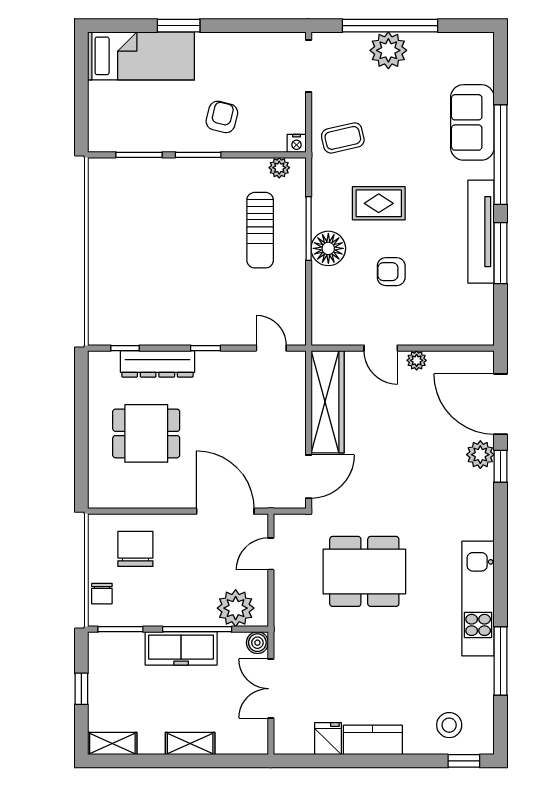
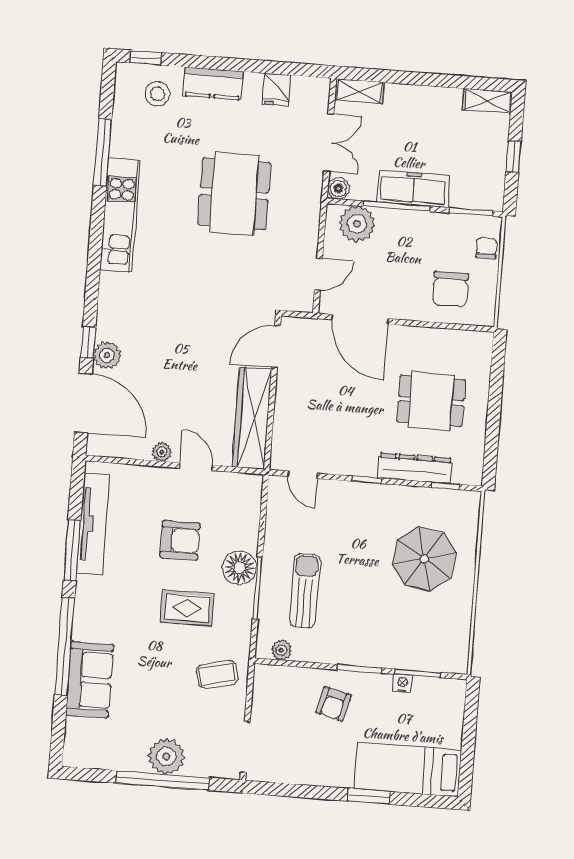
nightstand: (297, 143) -> (402, 683), moved
tv unit: (481, 232) -> (93, 524), moved
parasol: (141, 272) -> (424, 559), added
armchair: (391, 272) -> (180, 540), width x1.38, depth x1.38
dining table: (364, 571) -> (234, 194), moved, turned 90
kitchen counter: (373, 740) -> (213, 83), moved
shelving: (190, 744) -> (359, 91), moved

